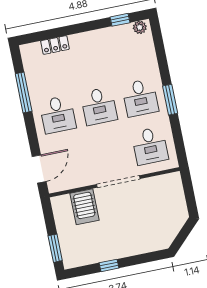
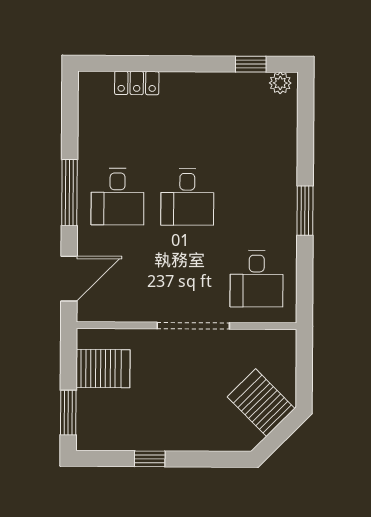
window: (24, 92) -> (69, 193), moved
desk: (140, 98) -> (257, 197), removed
server rack: (85, 207) -> (103, 369), moved, turned -90
server rack: (168, 219) -> (261, 403), added

